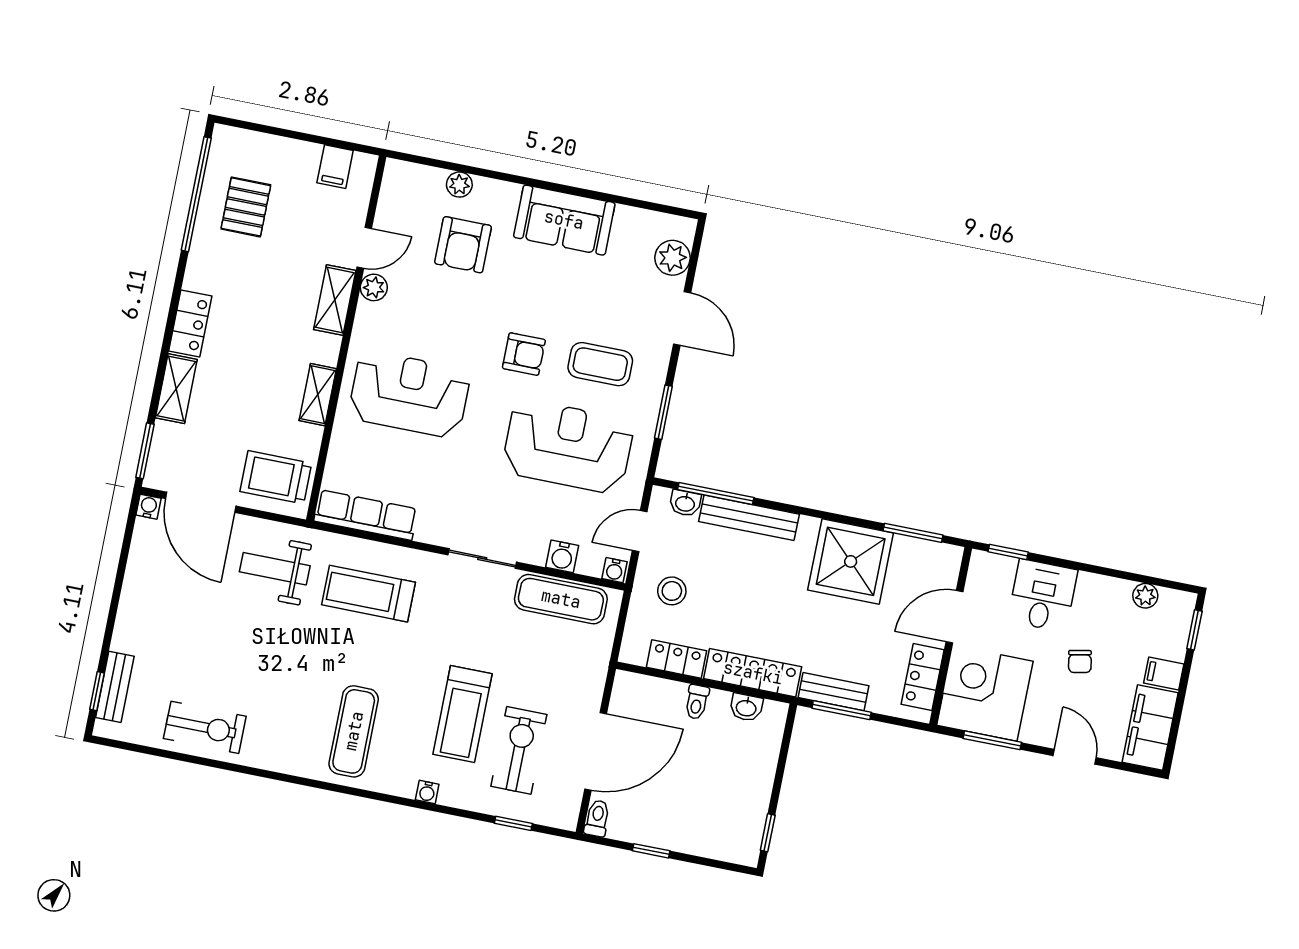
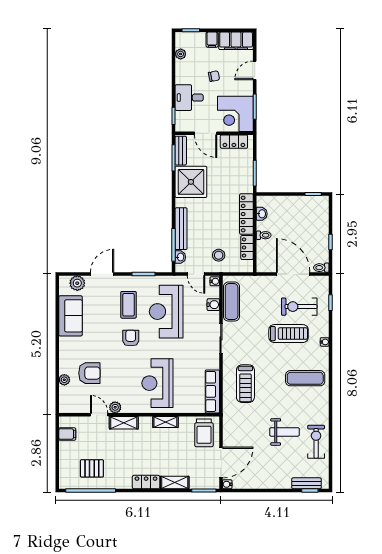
sofa: (564, 220) -> (70, 316), moved
weight bench: (275, 569) -> (284, 432), moved, turned -90
bench: (833, 692) -> (181, 151), moved

